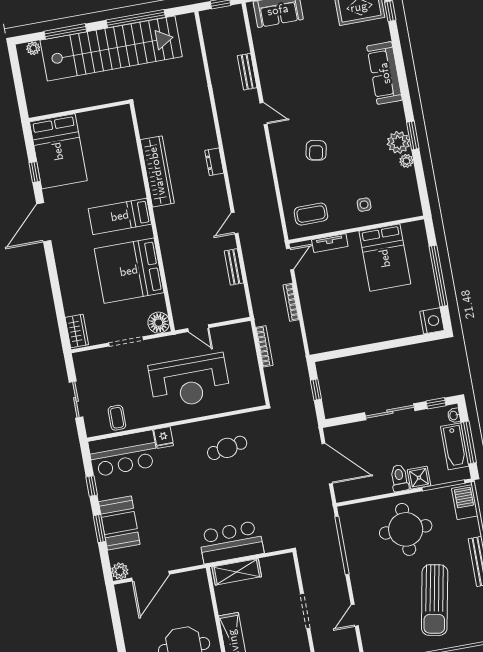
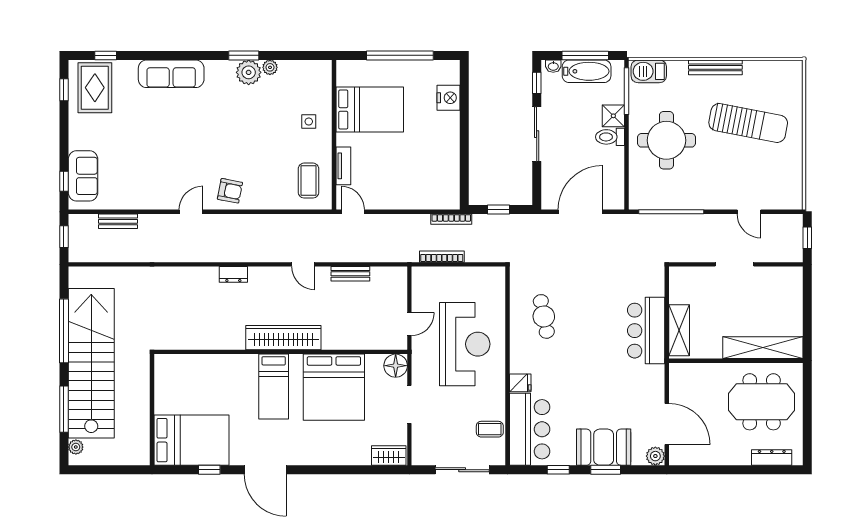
bench: (247, 72) -> (118, 221), moved
armchair: (316, 150) -> (230, 191), moved
wardrobe: (157, 171) -> (283, 338), moved
bookcase: (291, 302) -> (451, 219), moved
nightstand: (432, 321) -> (448, 98), moved, turned 90
sliding door: (76, 399) -> (462, 470), width x1.37

